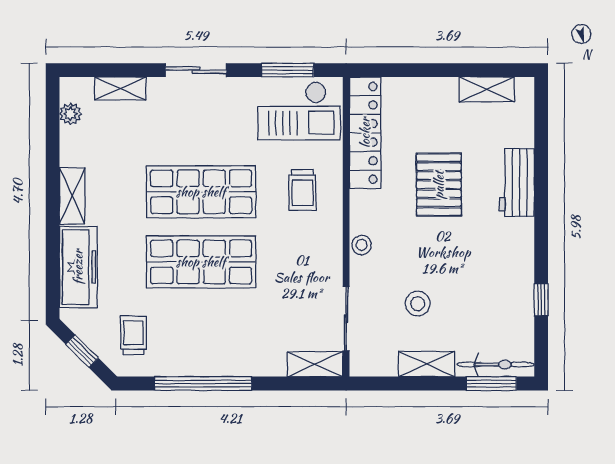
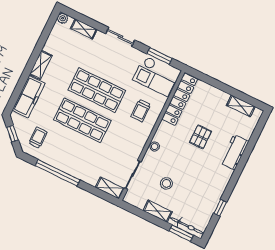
plant: (70, 114) -> (63, 18), moved
pallet: (439, 185) -> (200, 137), width x0.67, depth x0.71

